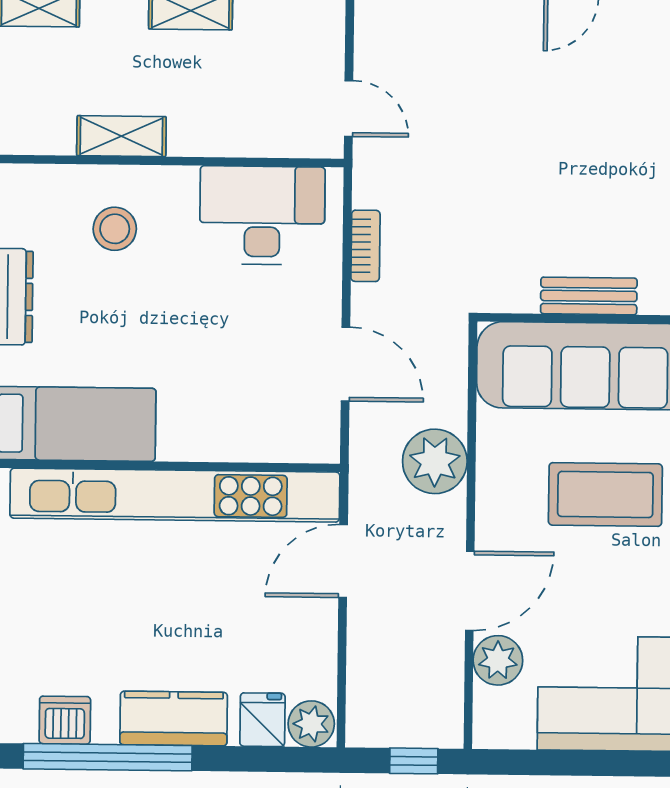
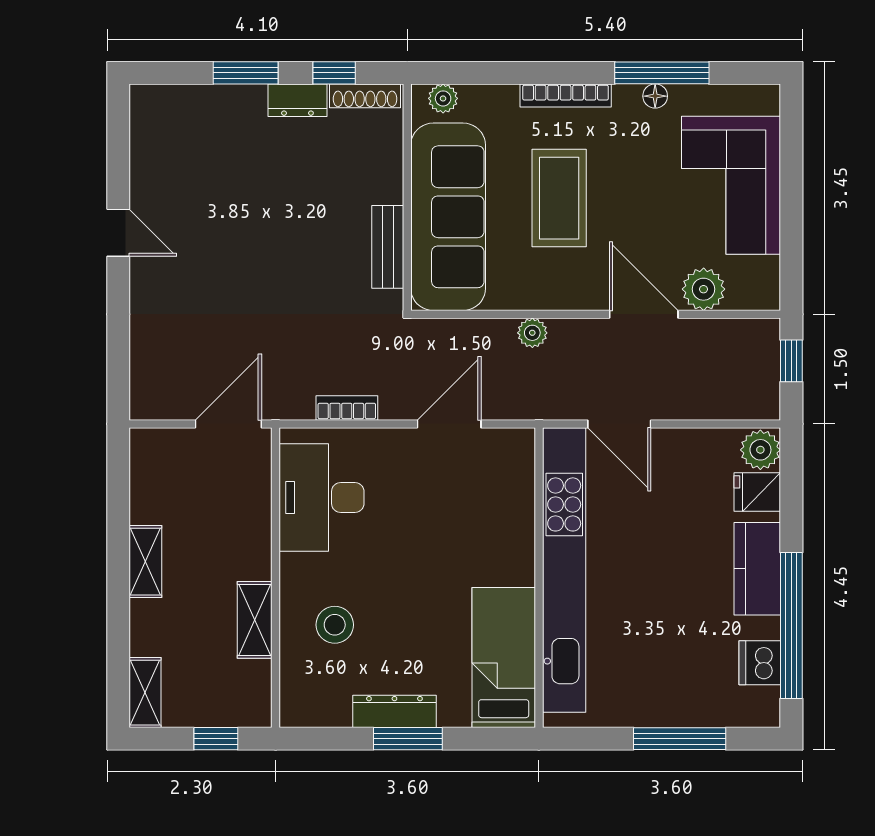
door: (349, 109) -> (228, 424), width x1.38
bench: (589, 296) -> (388, 247), moved
plant: (435, 461) -> (532, 333), width x0.53, depth x0.53

